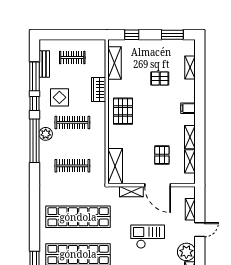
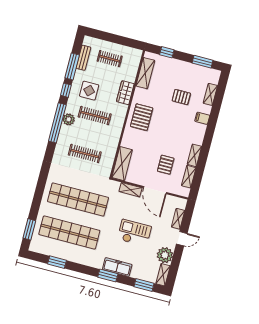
filing cabinet: (188, 108) -> (202, 118), moved

